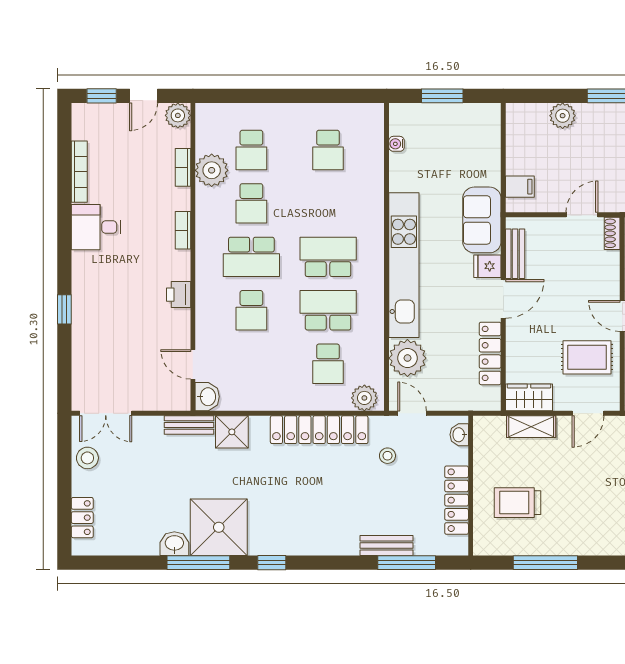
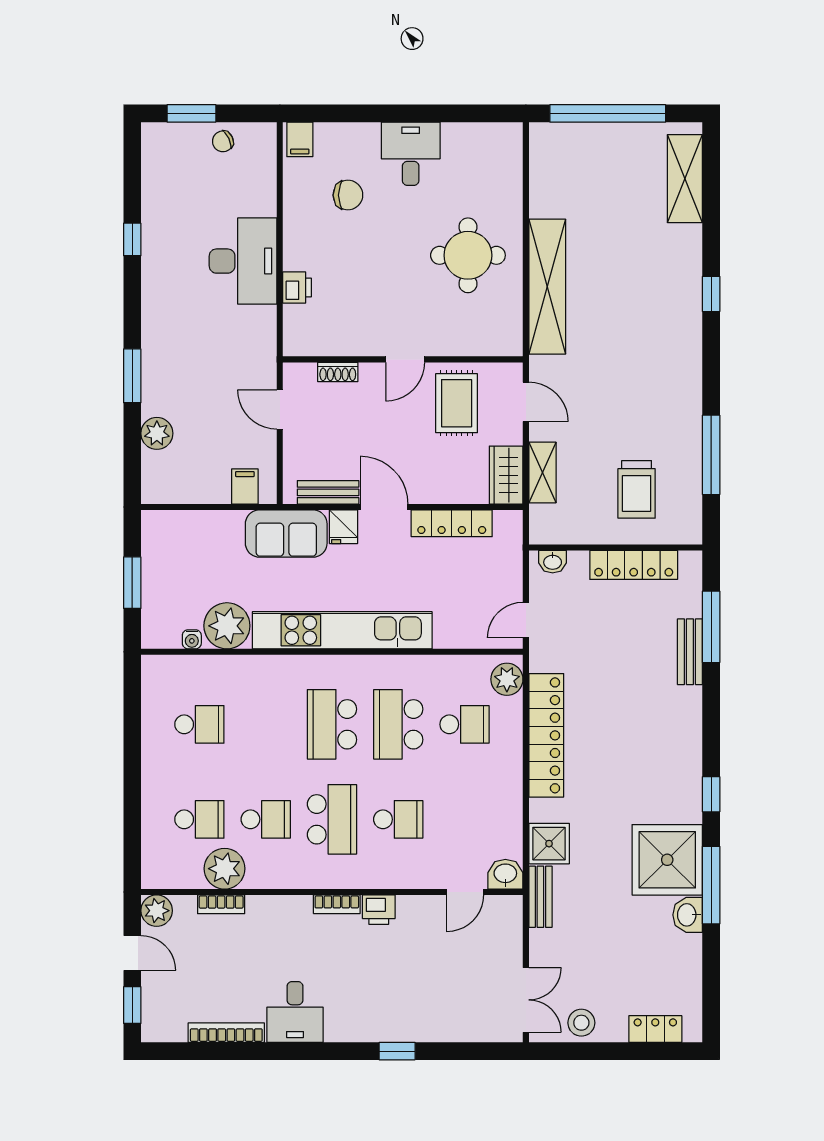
bookcase: (183, 230) -> (337, 904), moved
shoe rack: (612, 233) -> (338, 372), moved
plant: (407, 358) -> (227, 626), moved
stool: (387, 456) -> (579, 651), removed

